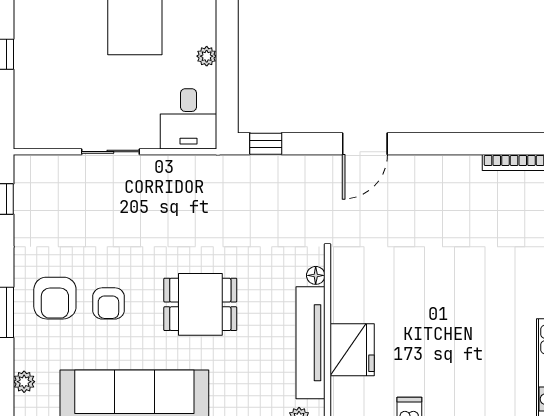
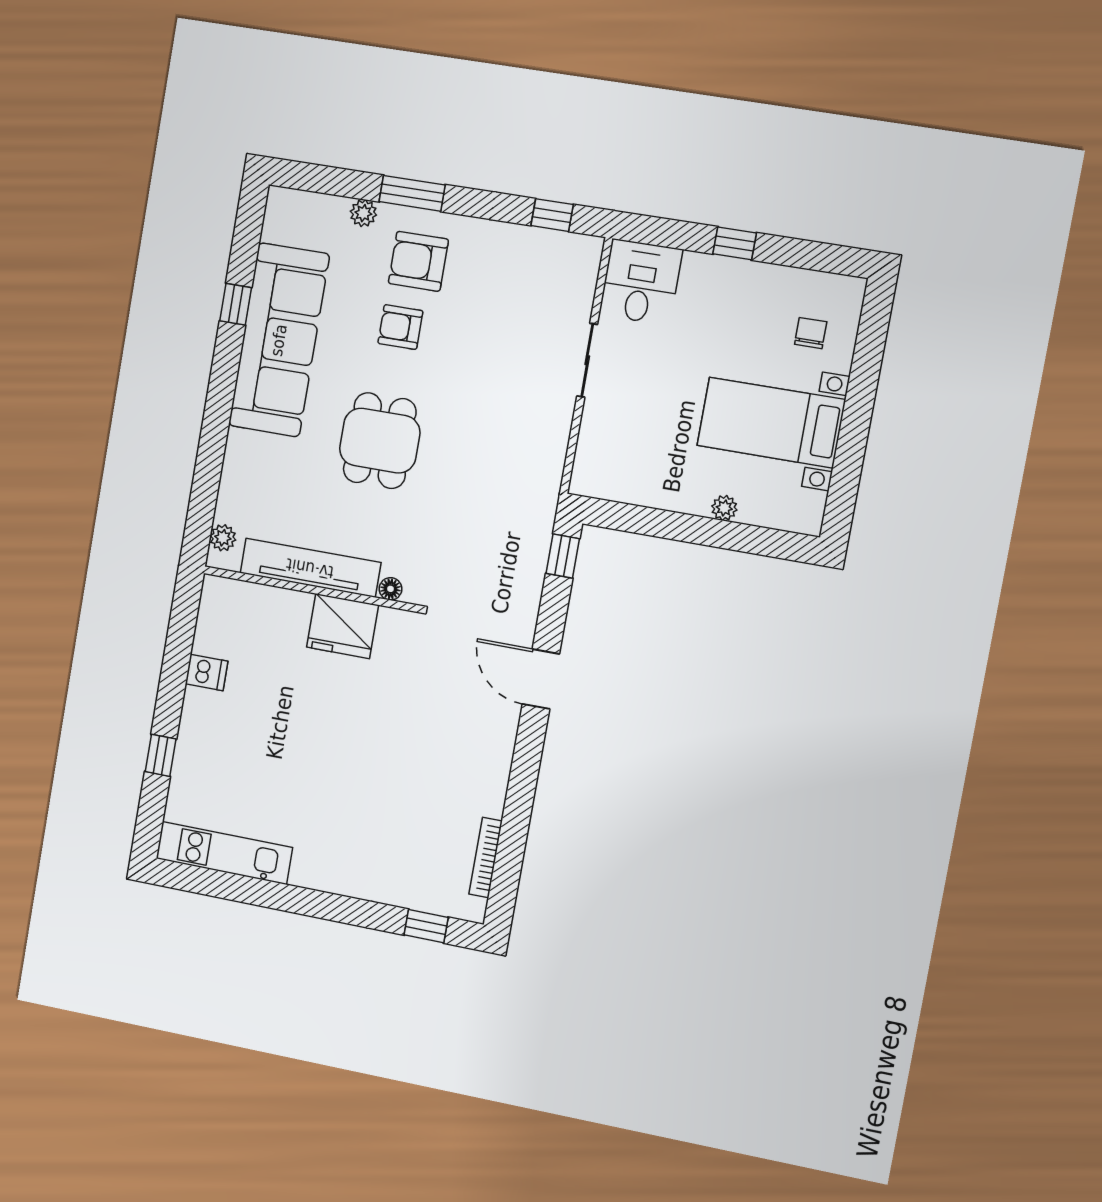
plant: (207, 56) -> (724, 508), moved
desk: (188, 119) -> (641, 282), moved, turned 90
fridge: (352, 350) -> (343, 626), moved
plant: (24, 382) -> (363, 213), moved

